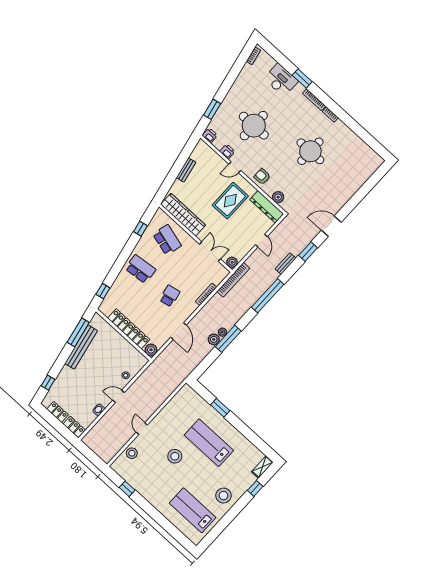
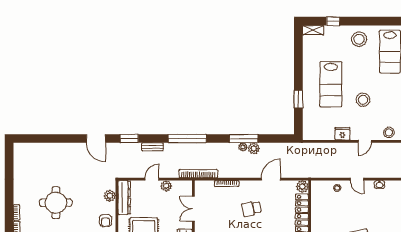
plant: (232, 262) -> (166, 186), moved
fridge: (163, 417) -> (342, 134), added

